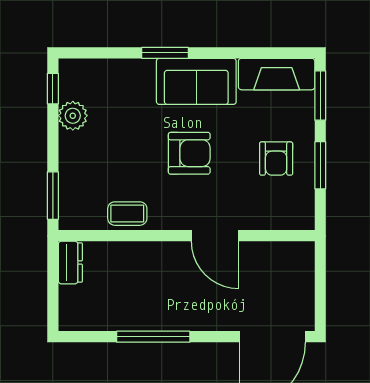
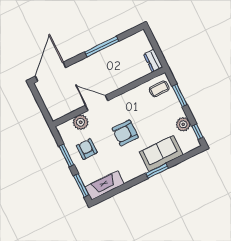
sofa: (196, 81) -> (161, 153), moved
window: (53, 196) -> (180, 95), moved
coffee table: (127, 214) -> (159, 89), moved
plant: (263, 215) -> (81, 122), added

